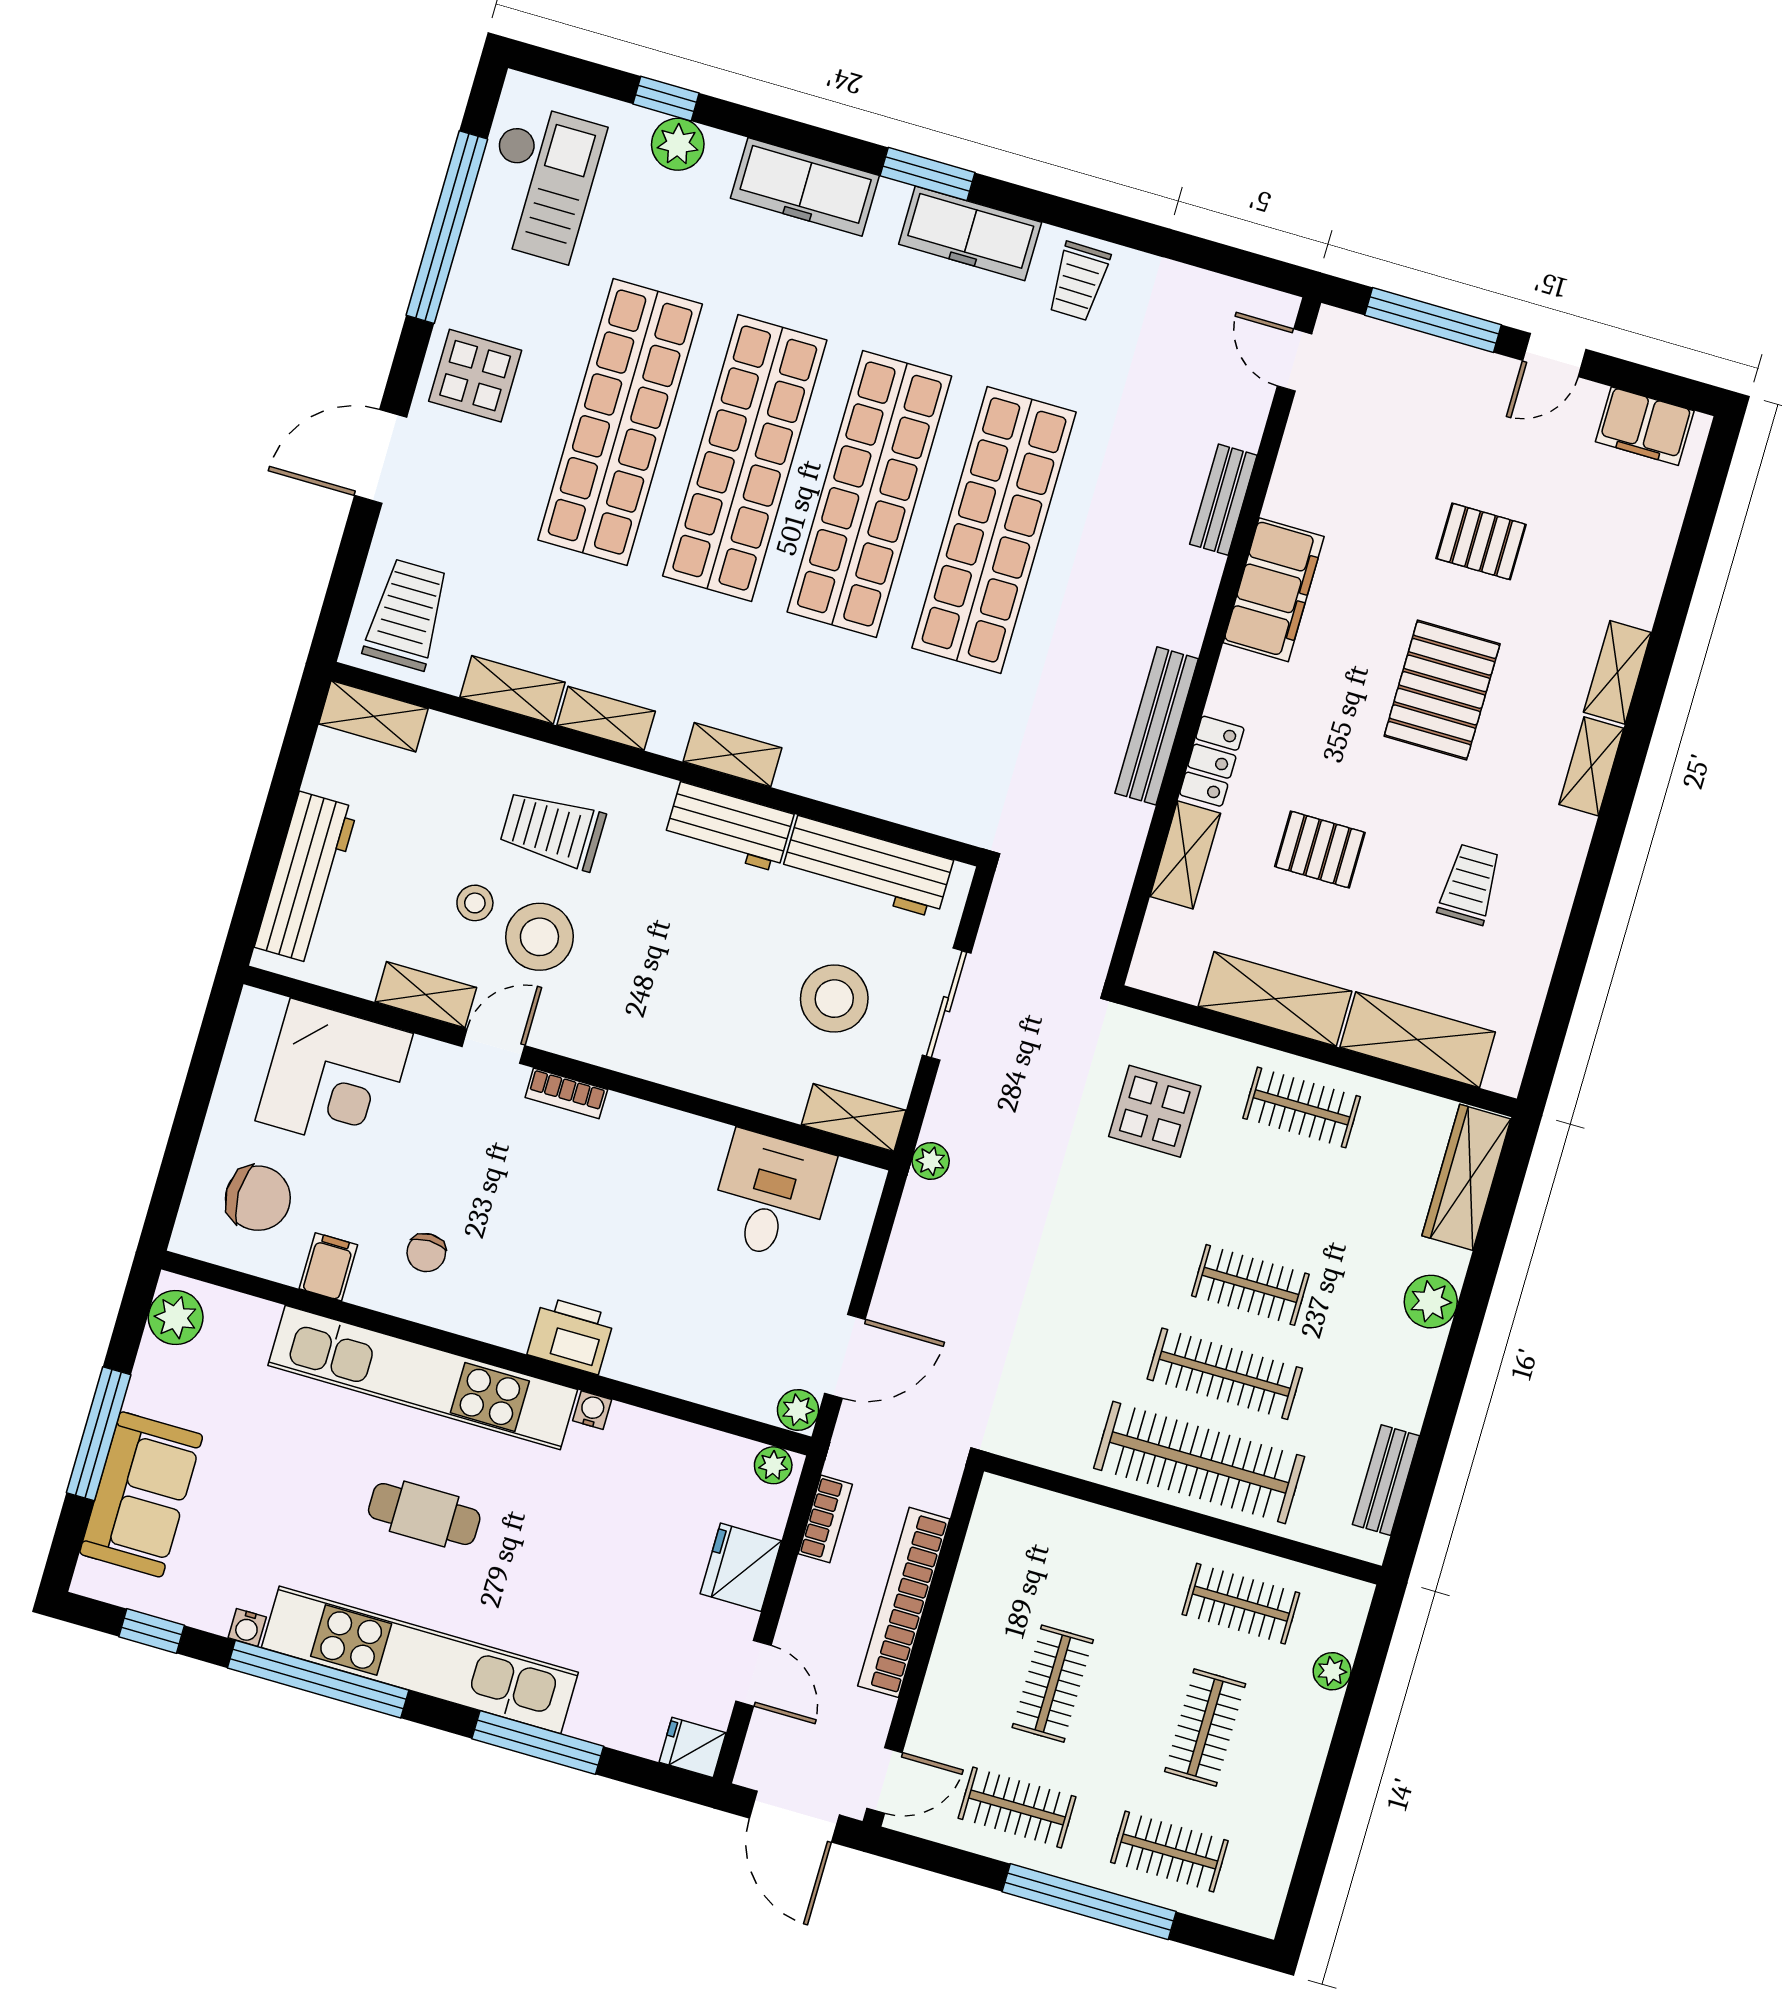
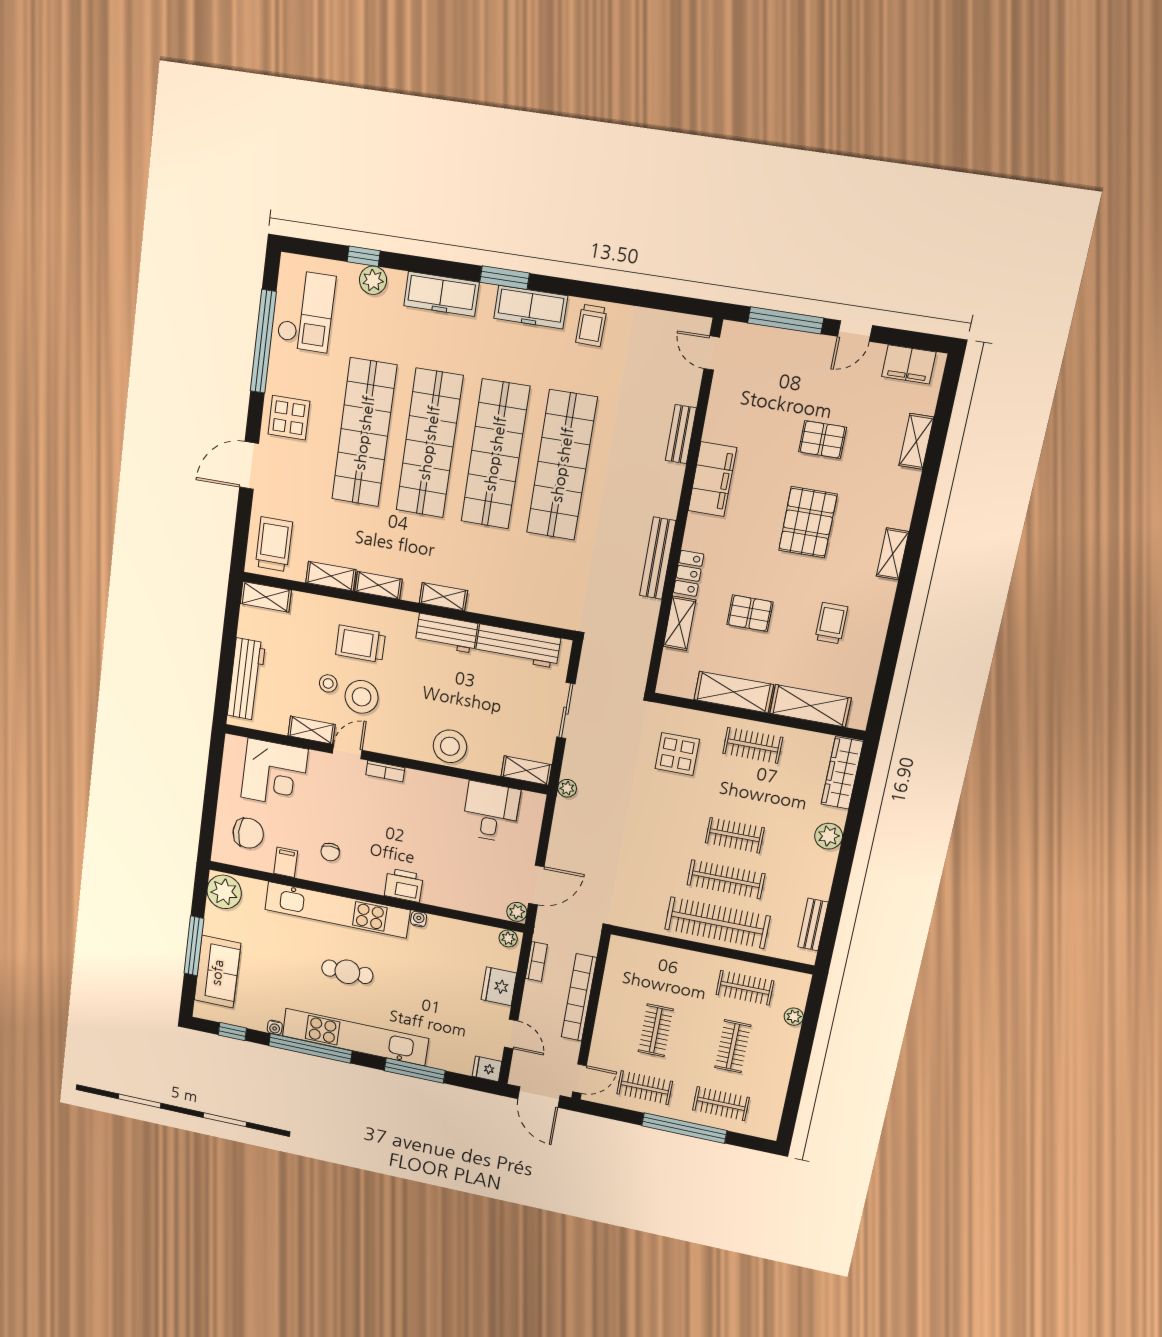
shelving: (1617, 672) -> (916, 441), moved
stool: (834, 999) -> (450, 746), moved
plant: (176, 1317) -> (224, 892), width x1.36, depth x1.36

